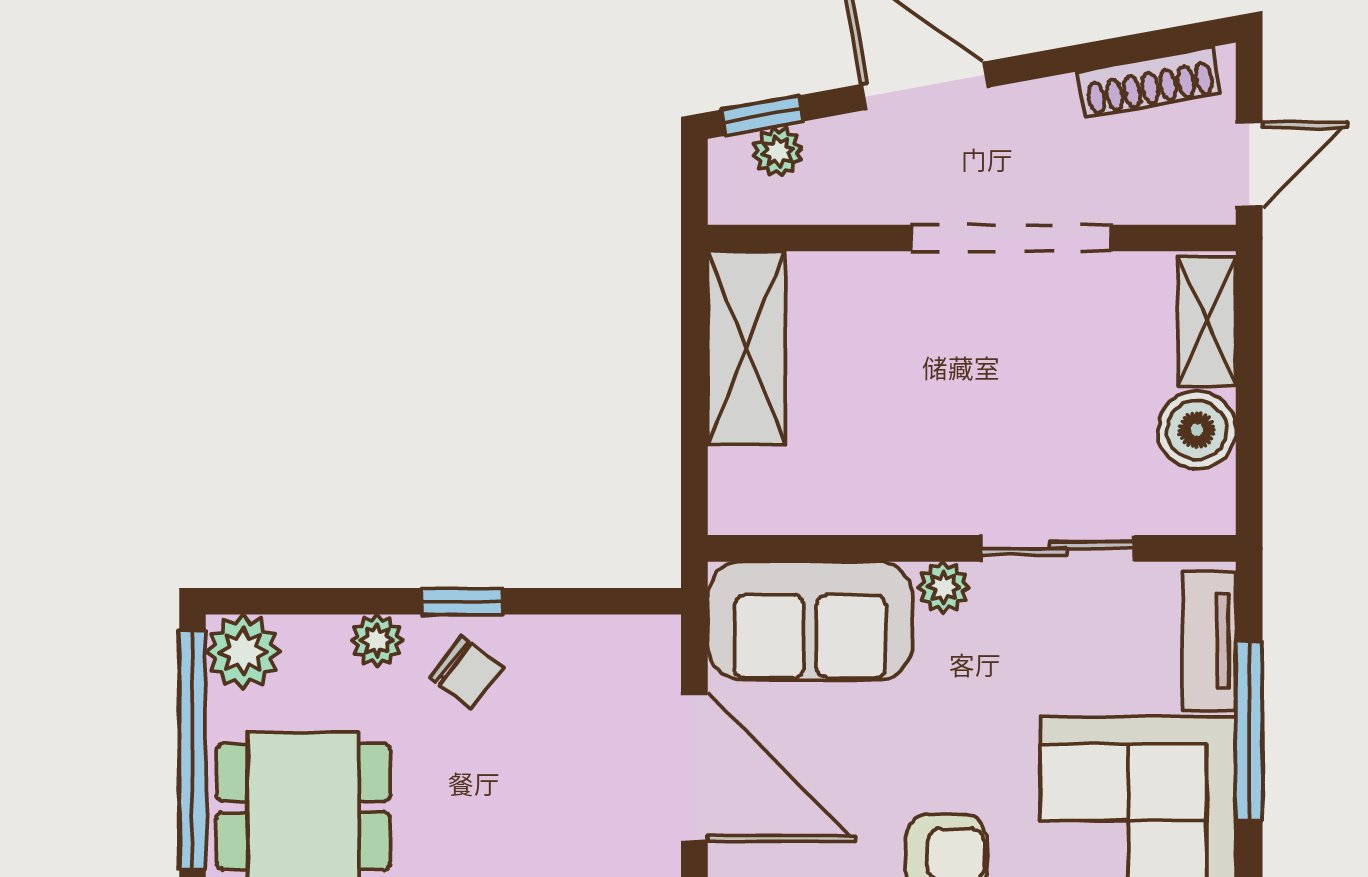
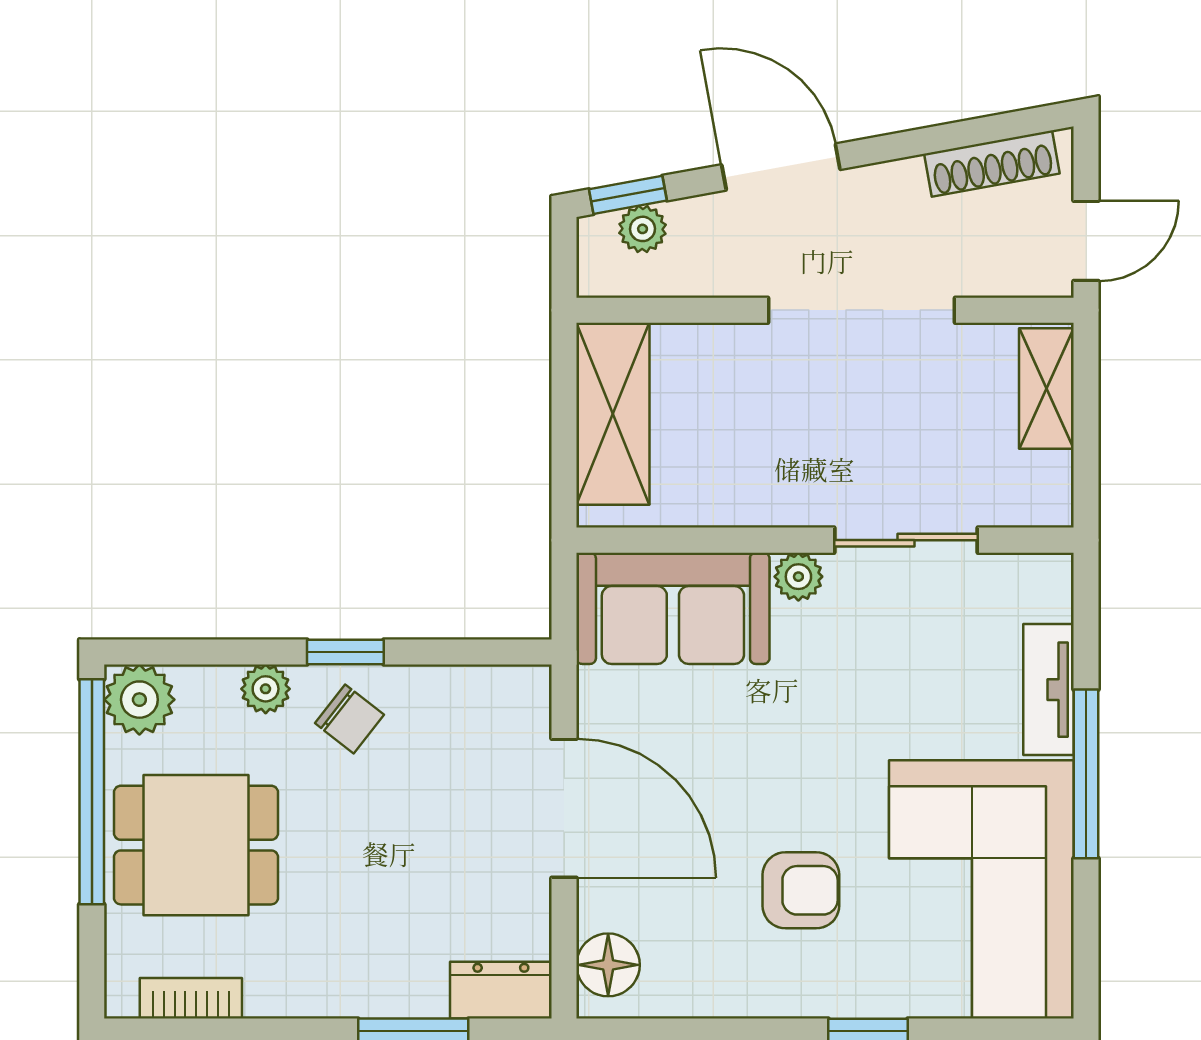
boiler: (1197, 430) -> (1037, 491), removed
wall: (972, 548) -> (825, 540), moved
sliding door: (1058, 548) -> (906, 540), moved
plant: (944, 587) -> (798, 577), moved
sofa: (810, 621) -> (673, 608), moved

